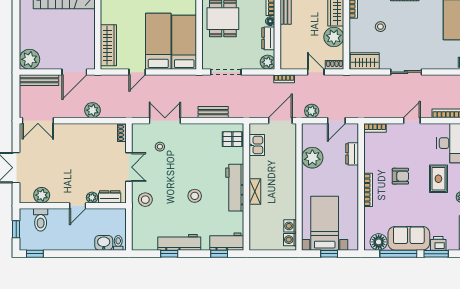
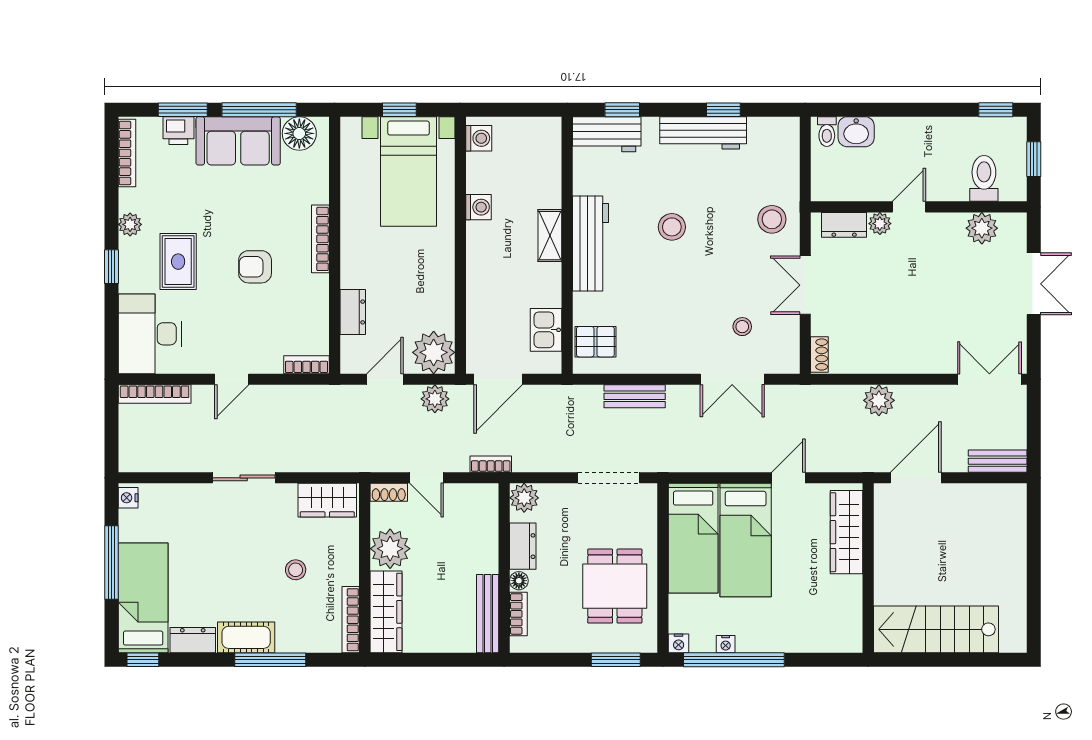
plant: (29, 59) -> (1007, 504), removed
bench: (39, 80) -> (998, 461), width x0.73
plant: (312, 158) -> (434, 352), moved
washing machine: (290, 226) -> (479, 207), moved

